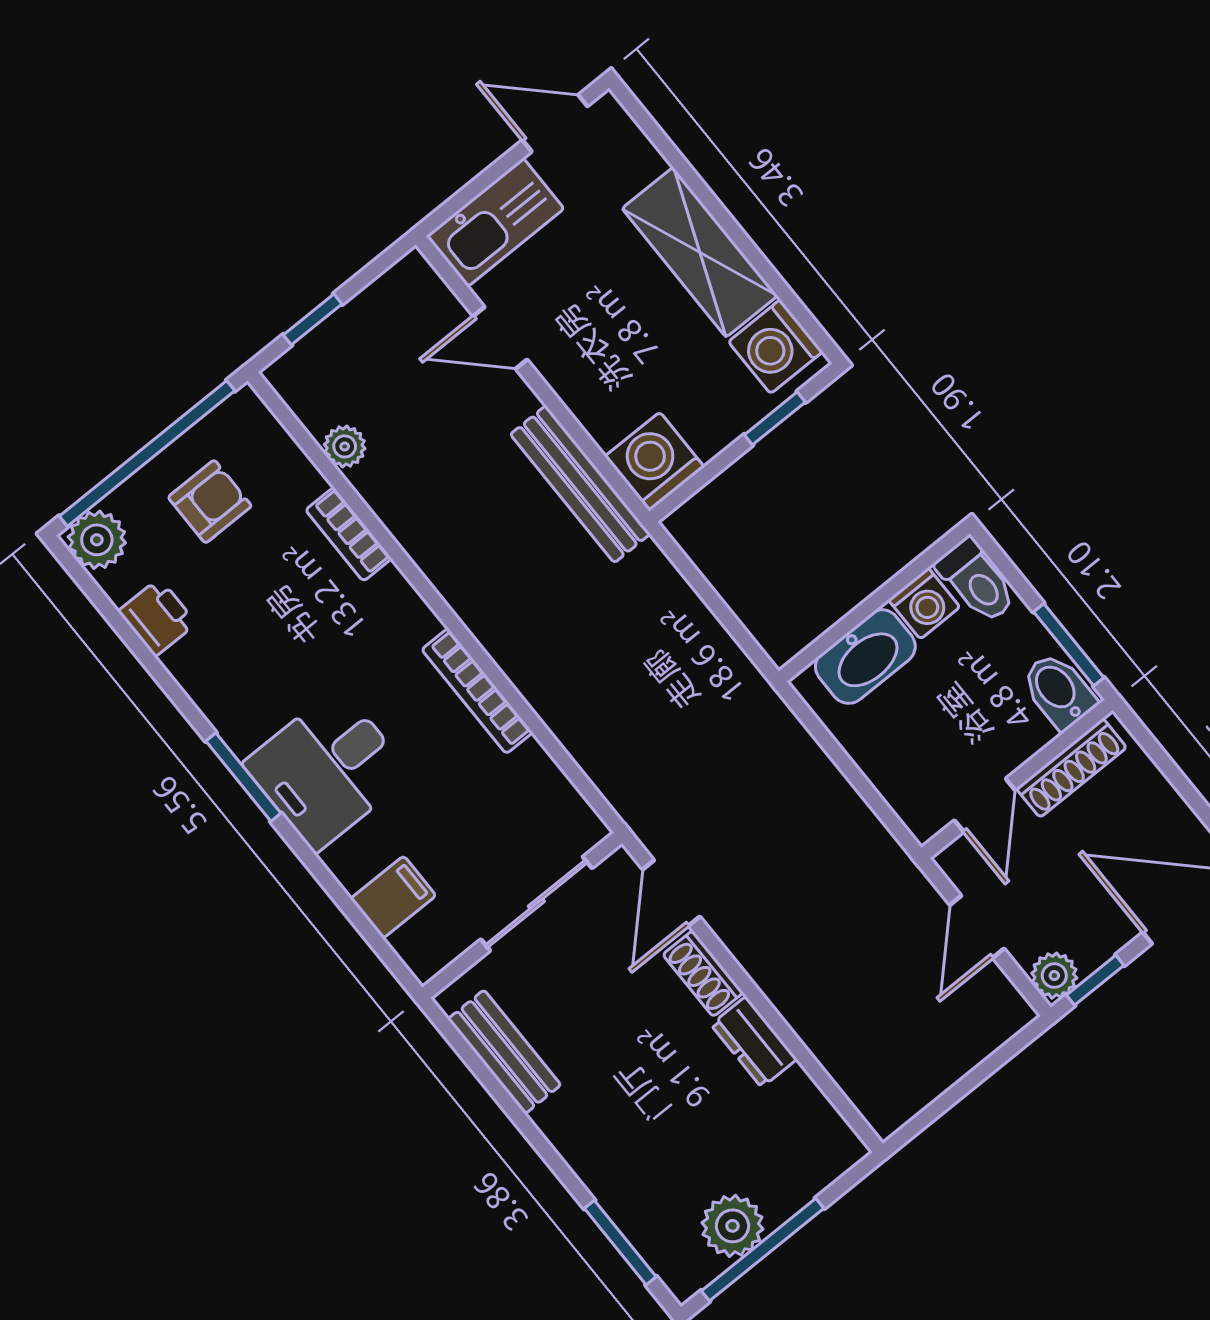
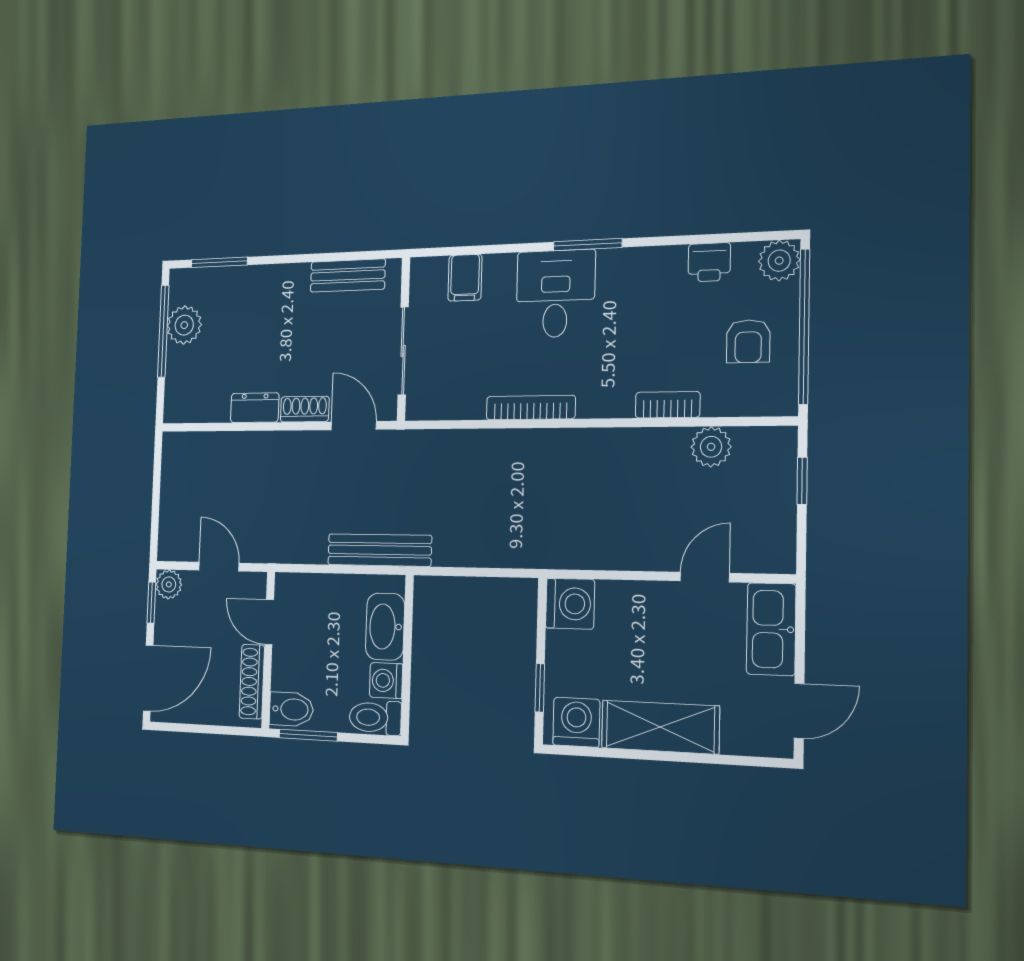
plant: (345, 446) -> (711, 447), width x1.38, depth x1.38
bench: (580, 484) -> (379, 550), moved

